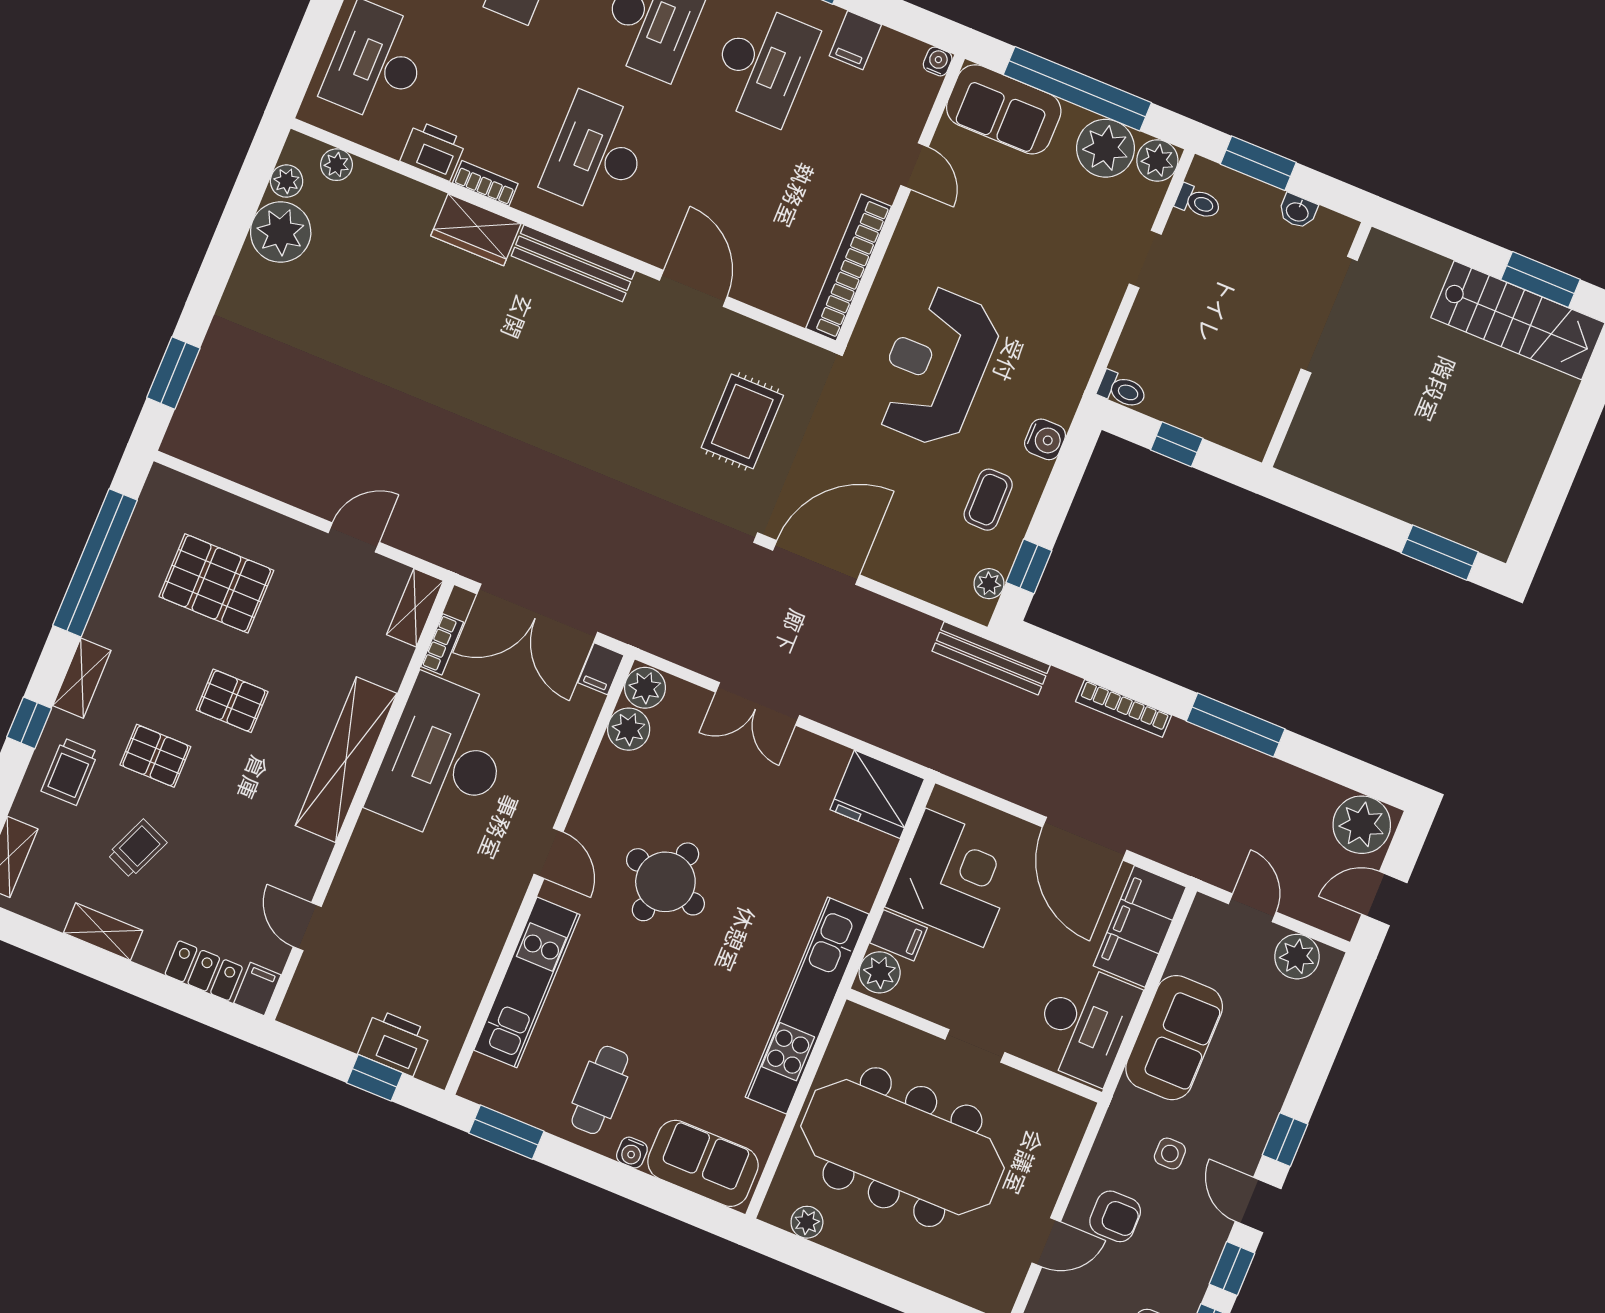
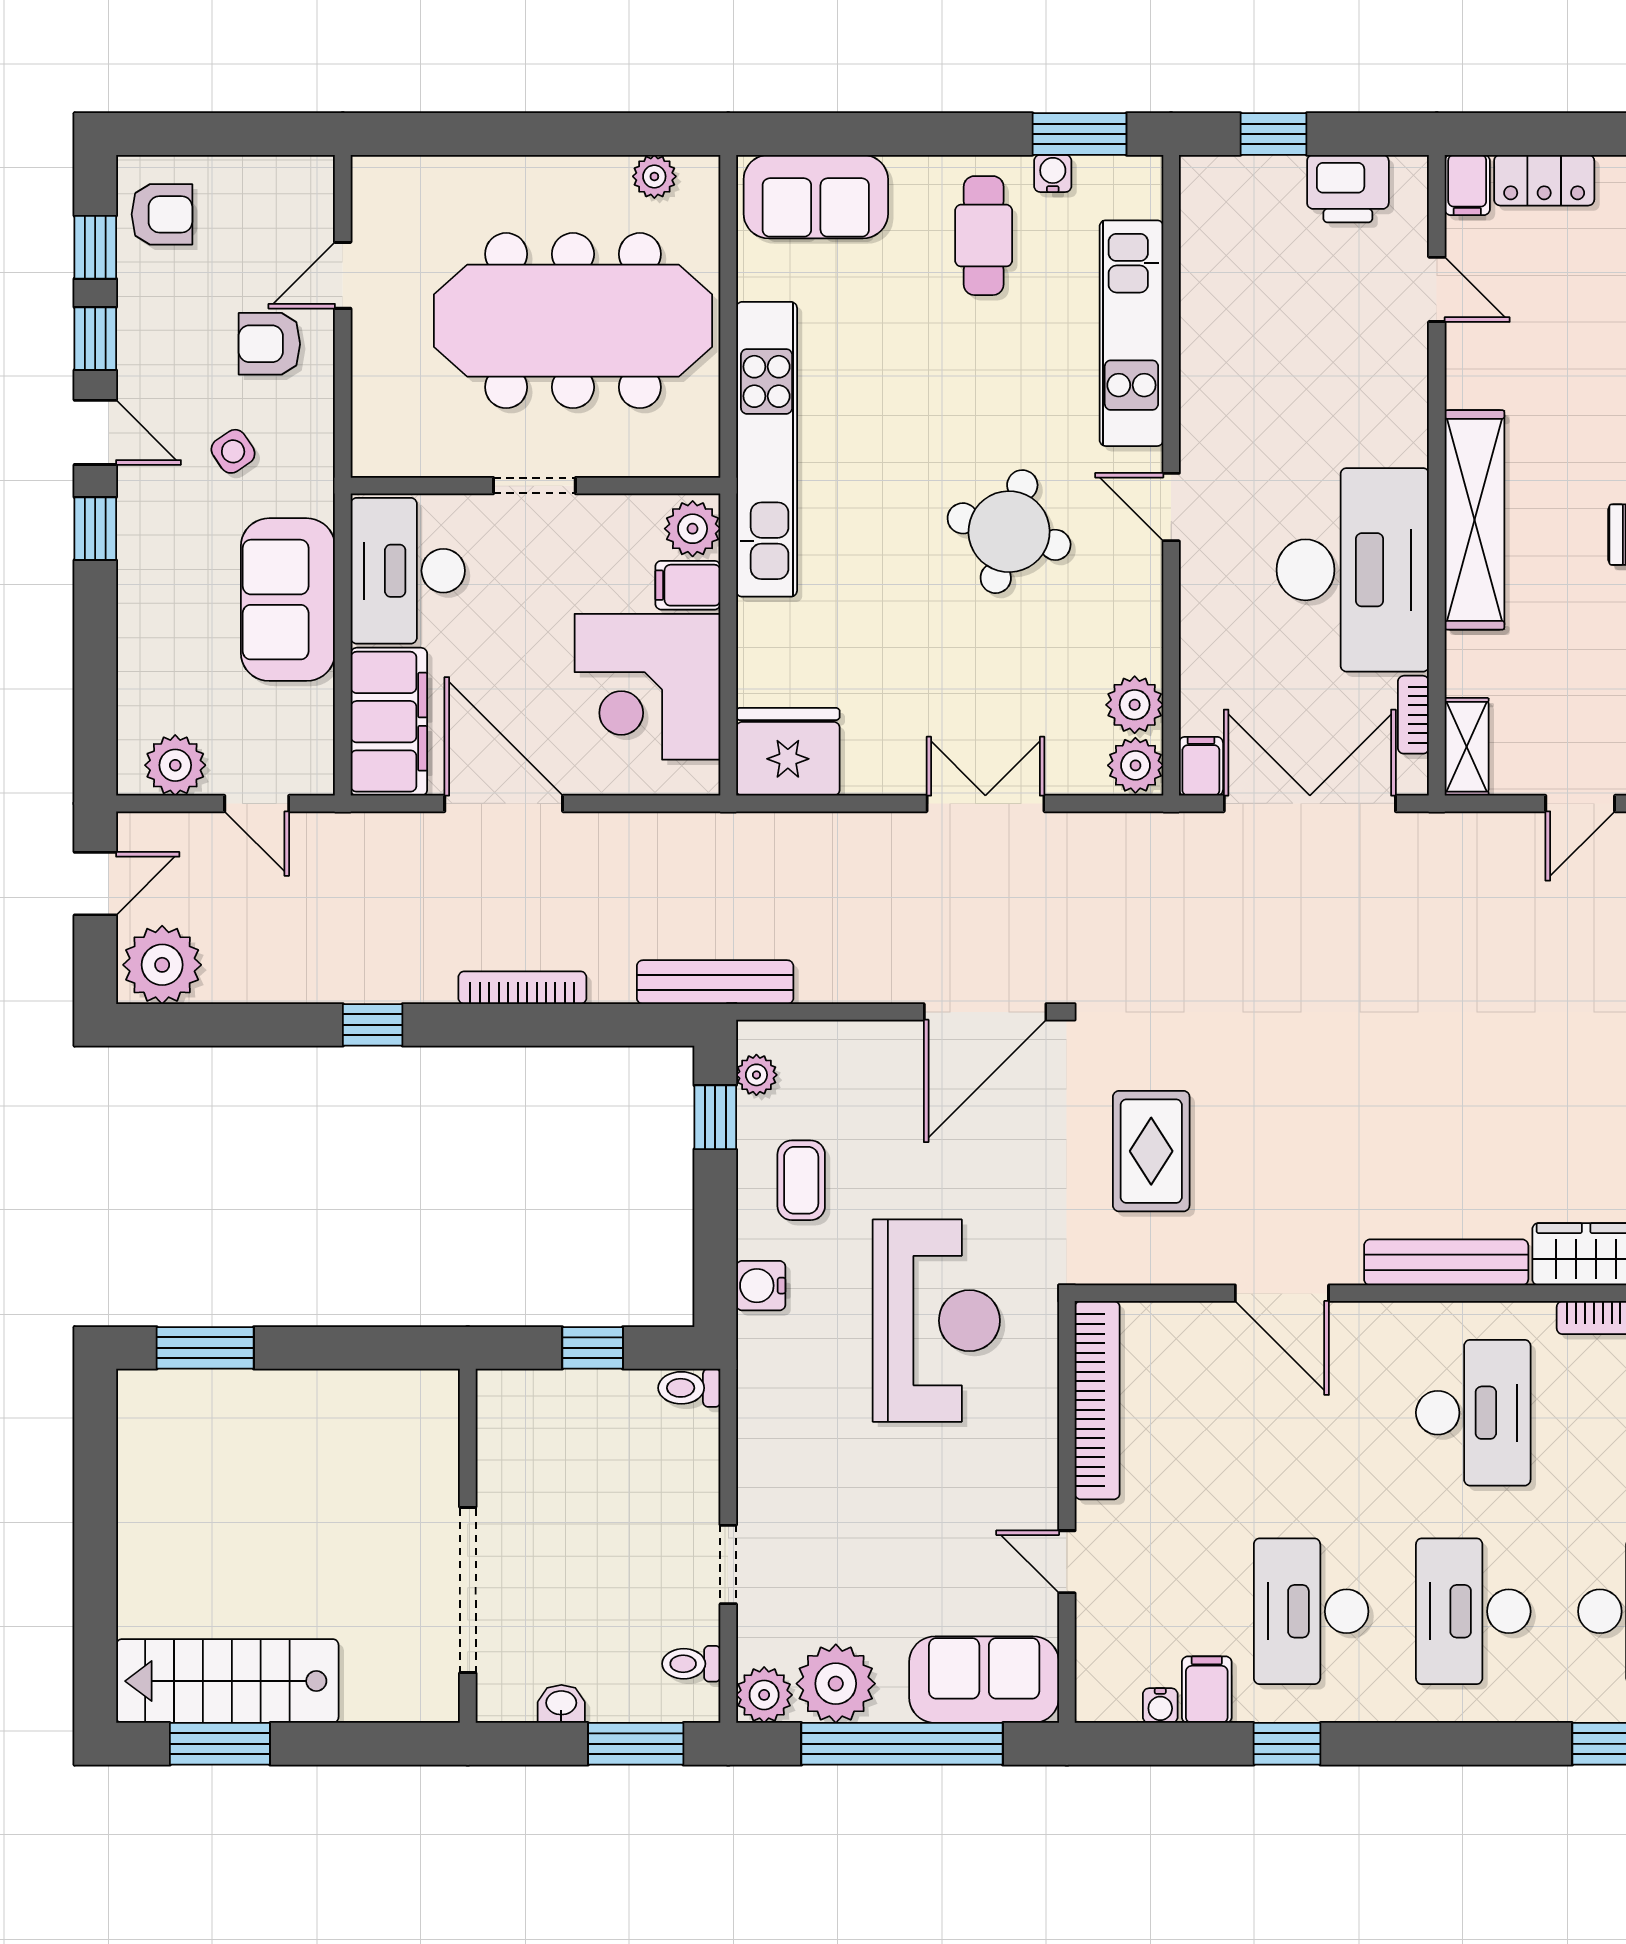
water cooler: (938, 61) -> (1160, 1706), moved
window: (1236, 725) -> (373, 1025), width x0.46
printer: (394, 1043) -> (1348, 189), moved
water cooler: (632, 1153) -> (1053, 173), moved
side table: (1170, 1153) -> (233, 451), turned -34

